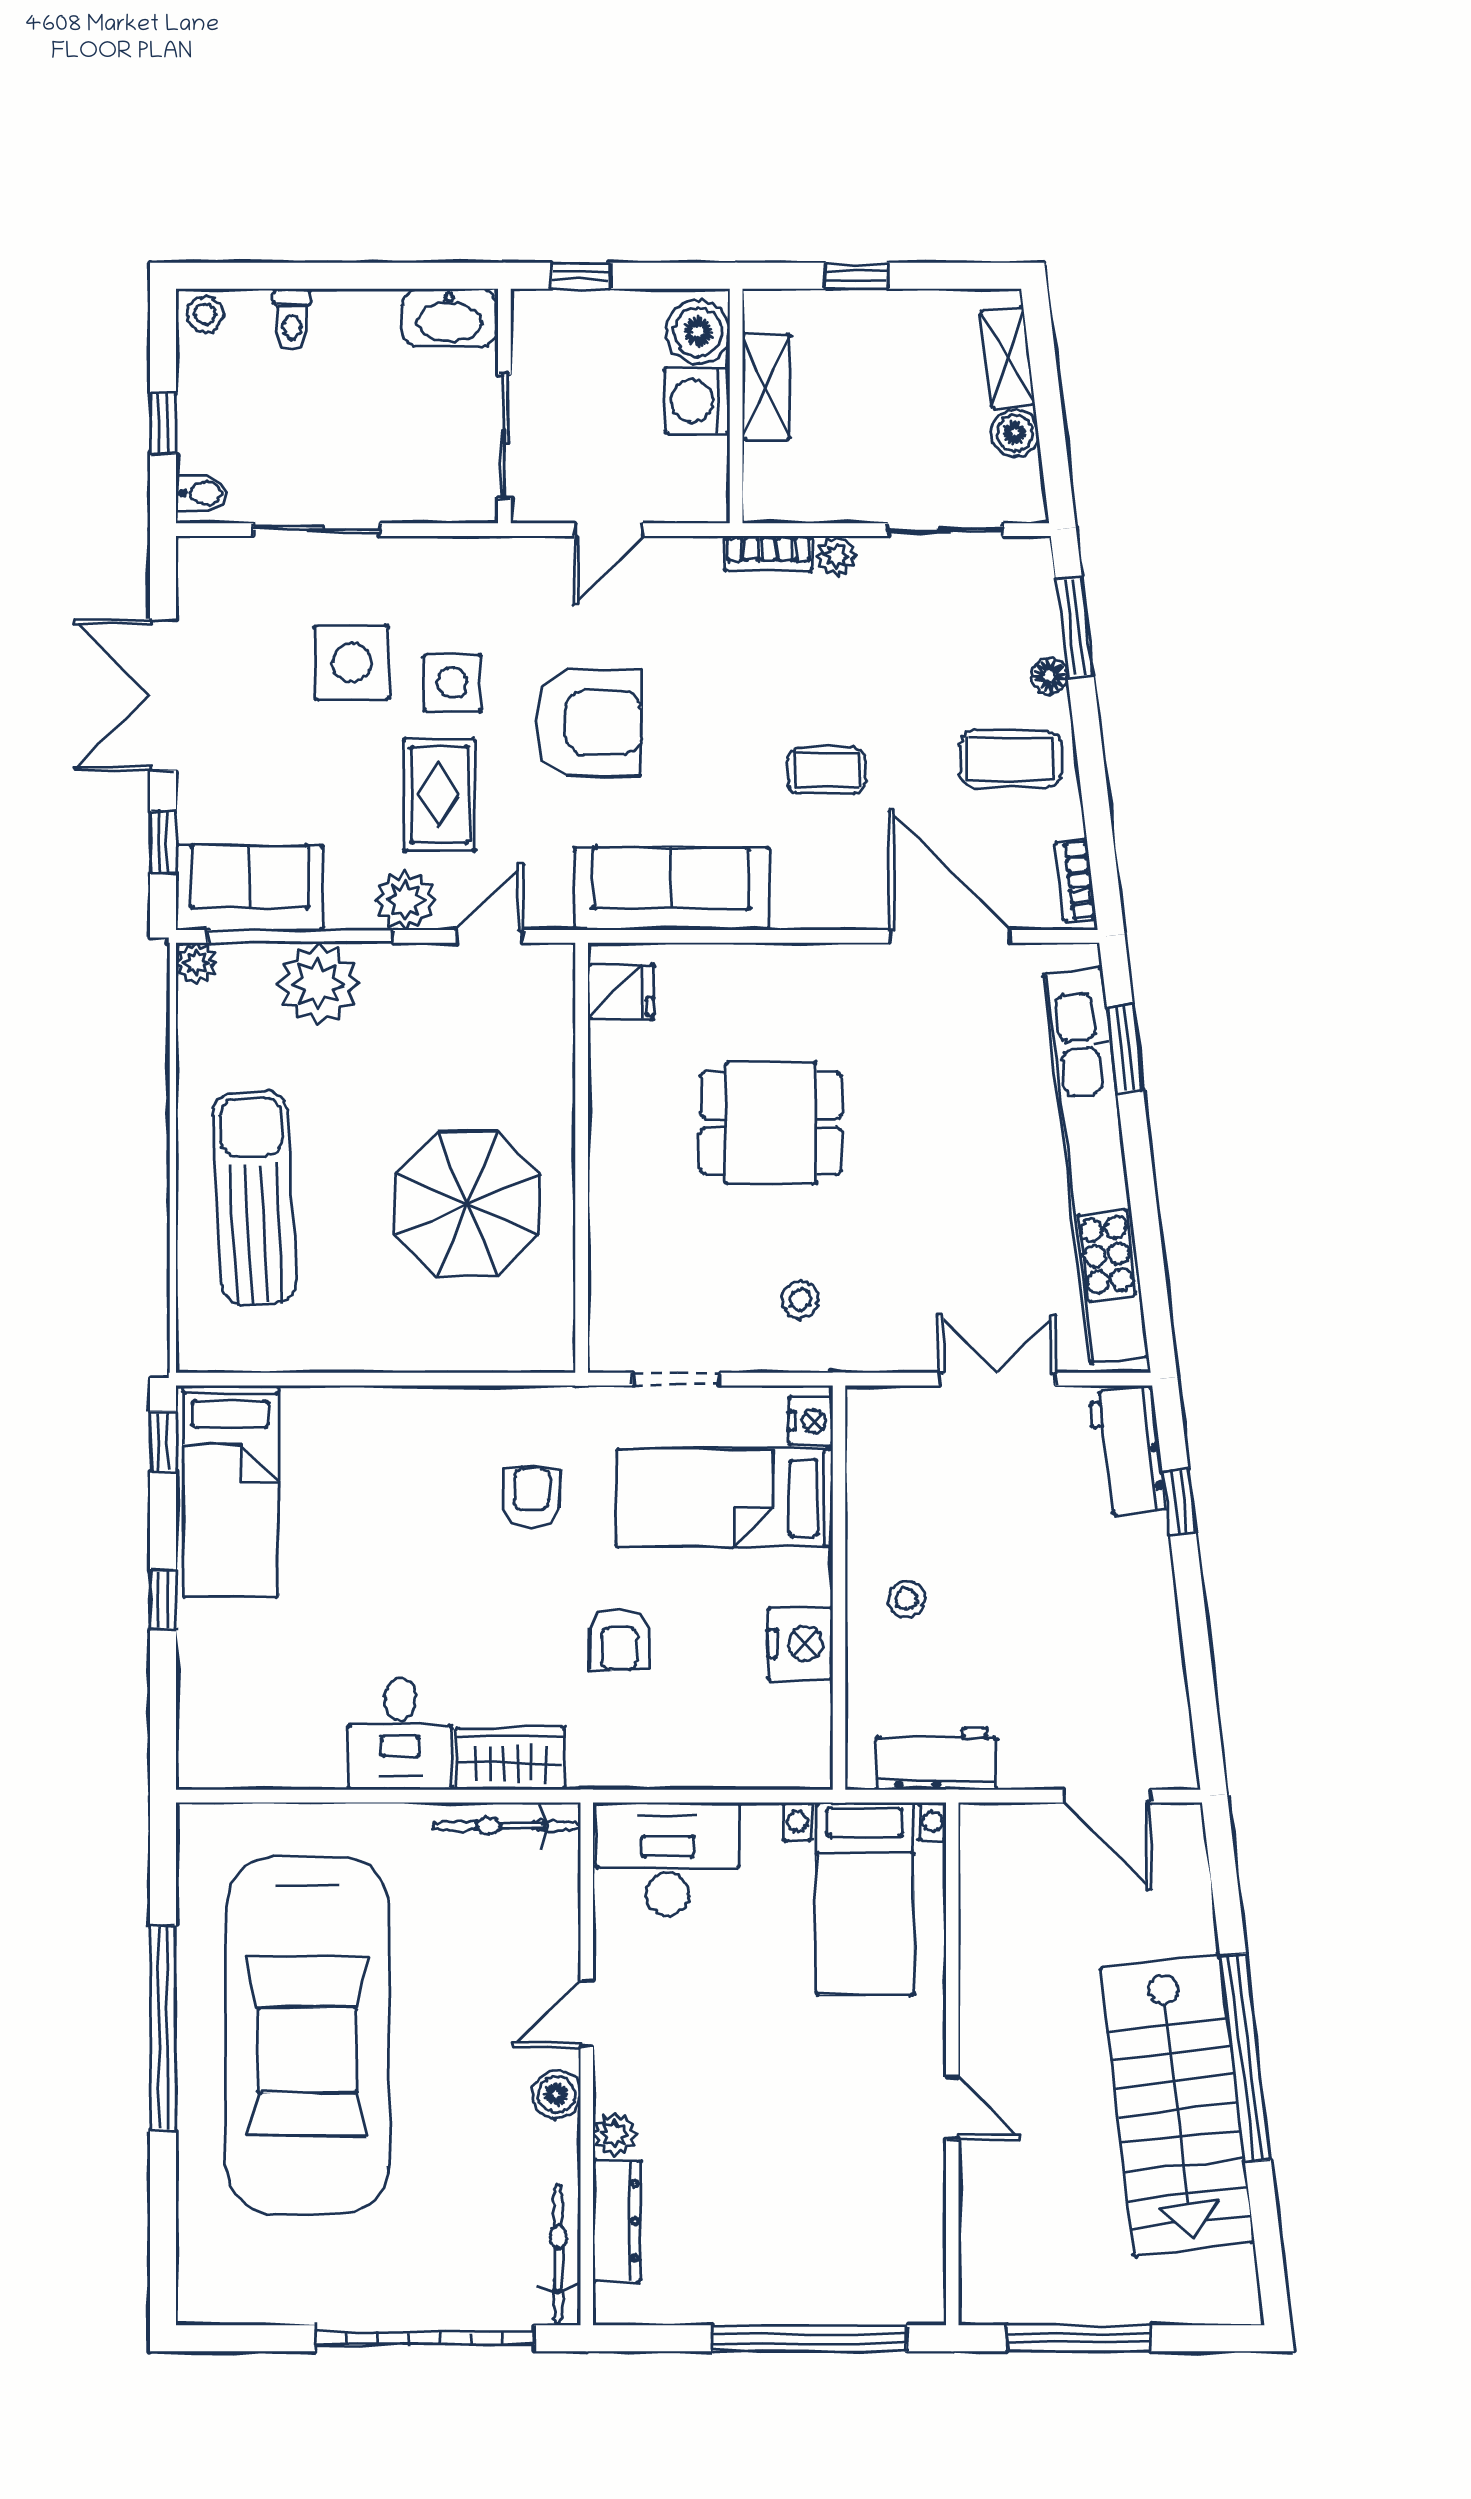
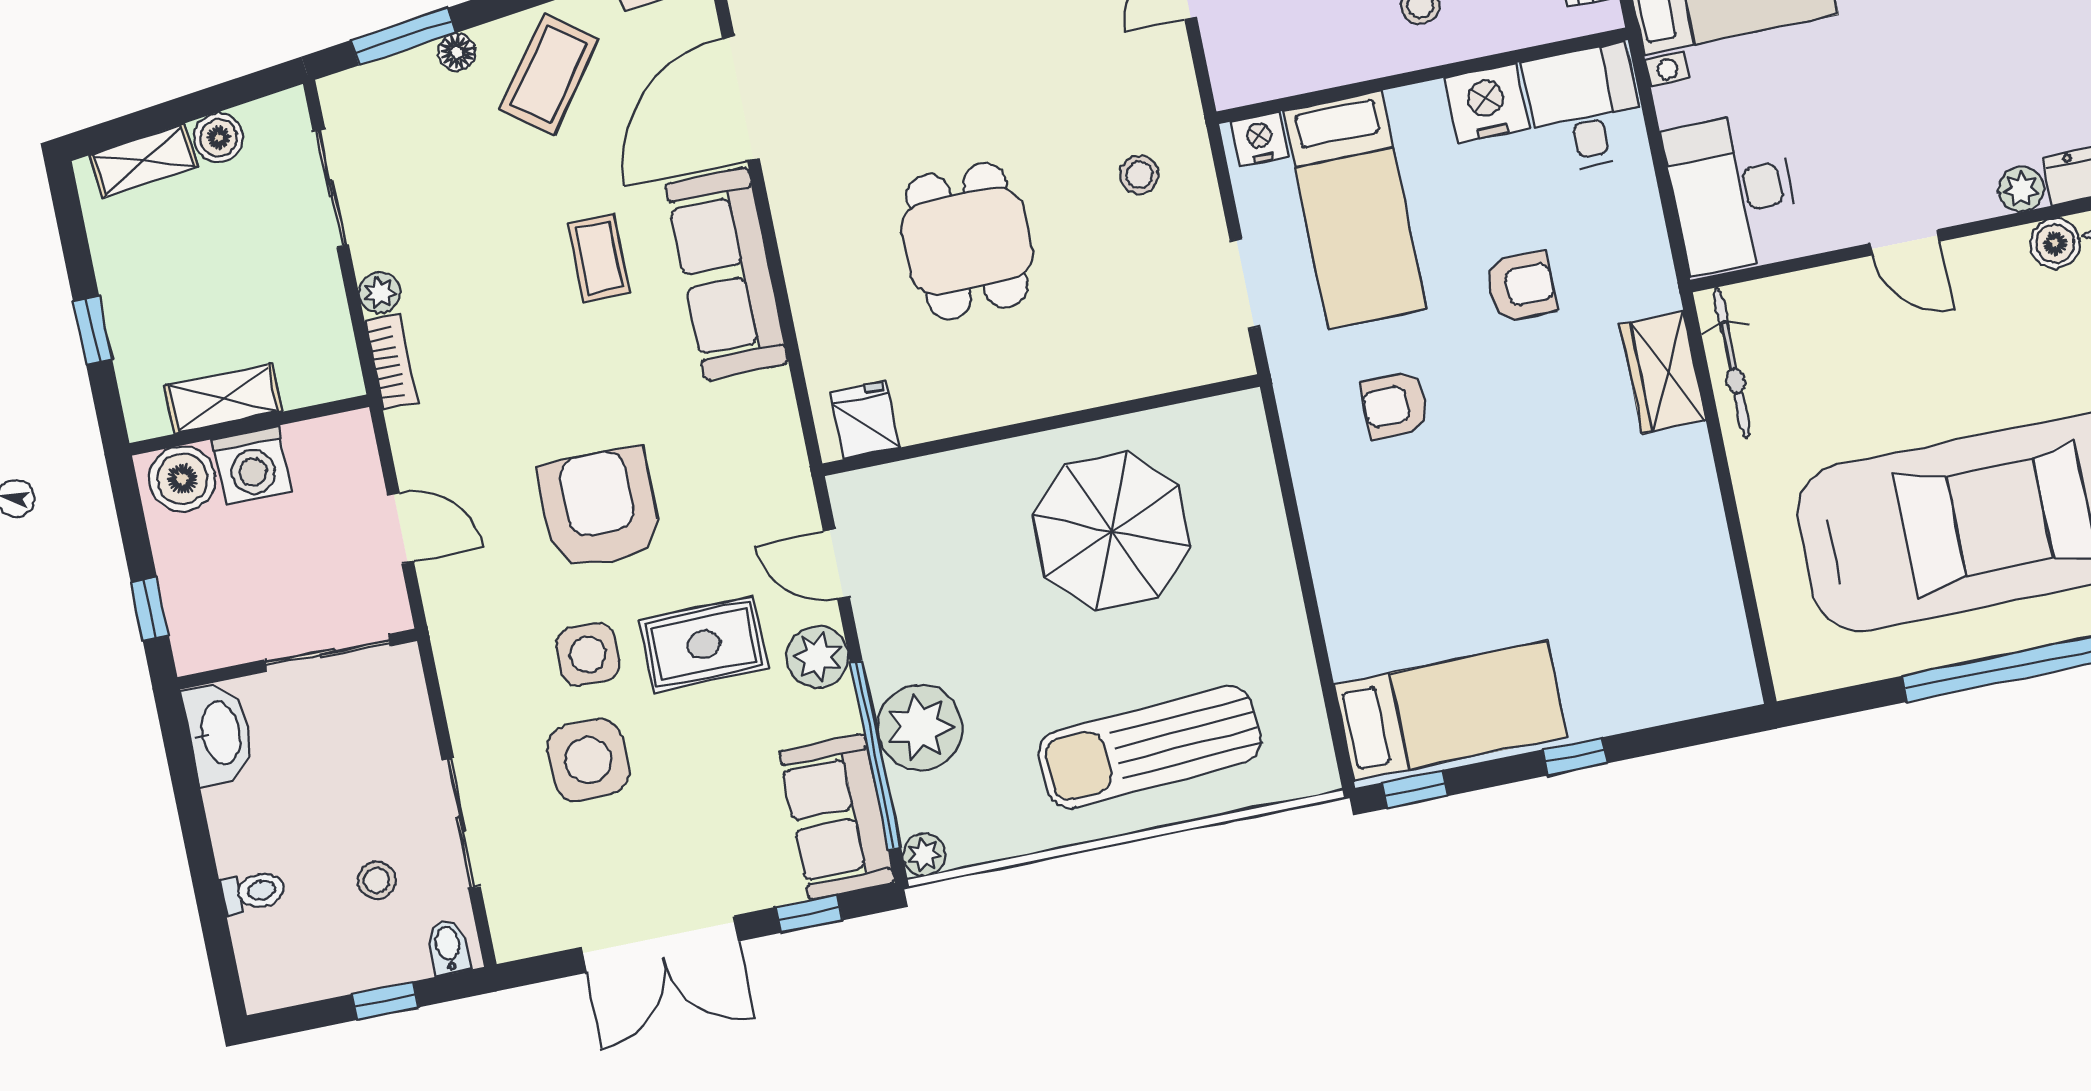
stool: (205, 314) -> (377, 880), moved
coffee table: (1011, 759) -> (549, 74), turned 36
sofa: (671, 889) -> (727, 274), moved
desk: (400, 1734) -> (1585, 108), moved, turned -90
boiler: (556, 2094) -> (2055, 243), moved

